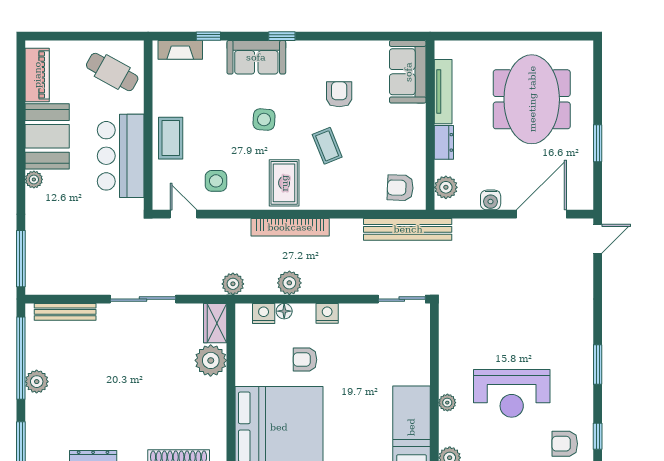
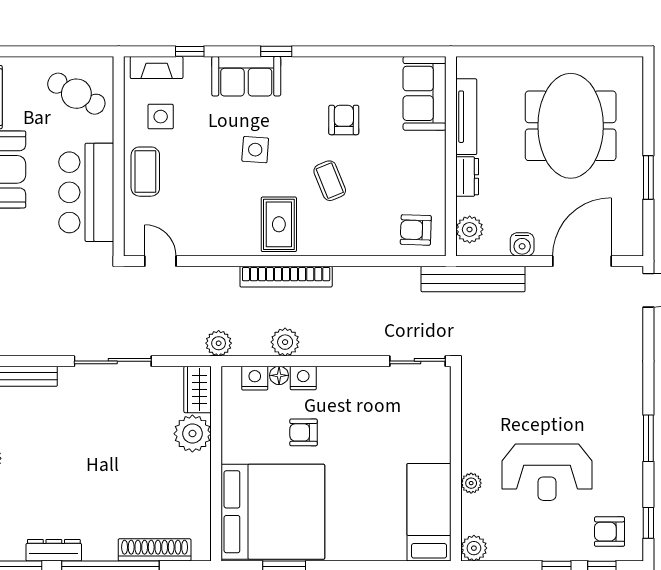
side table: (216, 181) -> (161, 117), moved
bench: (408, 229) -> (473, 279), moved
nightstand: (327, 313) -> (303, 378), moved

